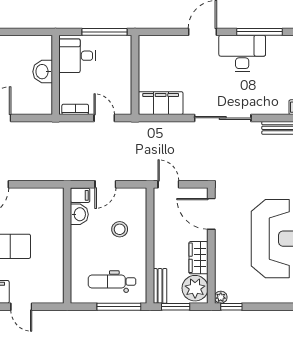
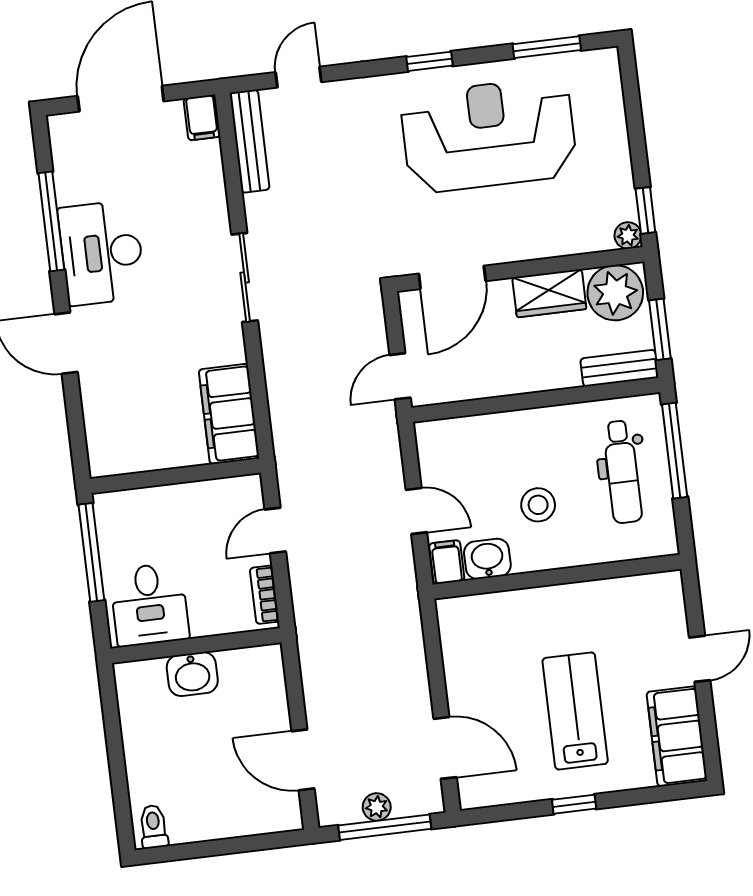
sliding door: (223, 118) -> (245, 278), width x0.73
stool: (120, 229) -> (538, 505), moved

